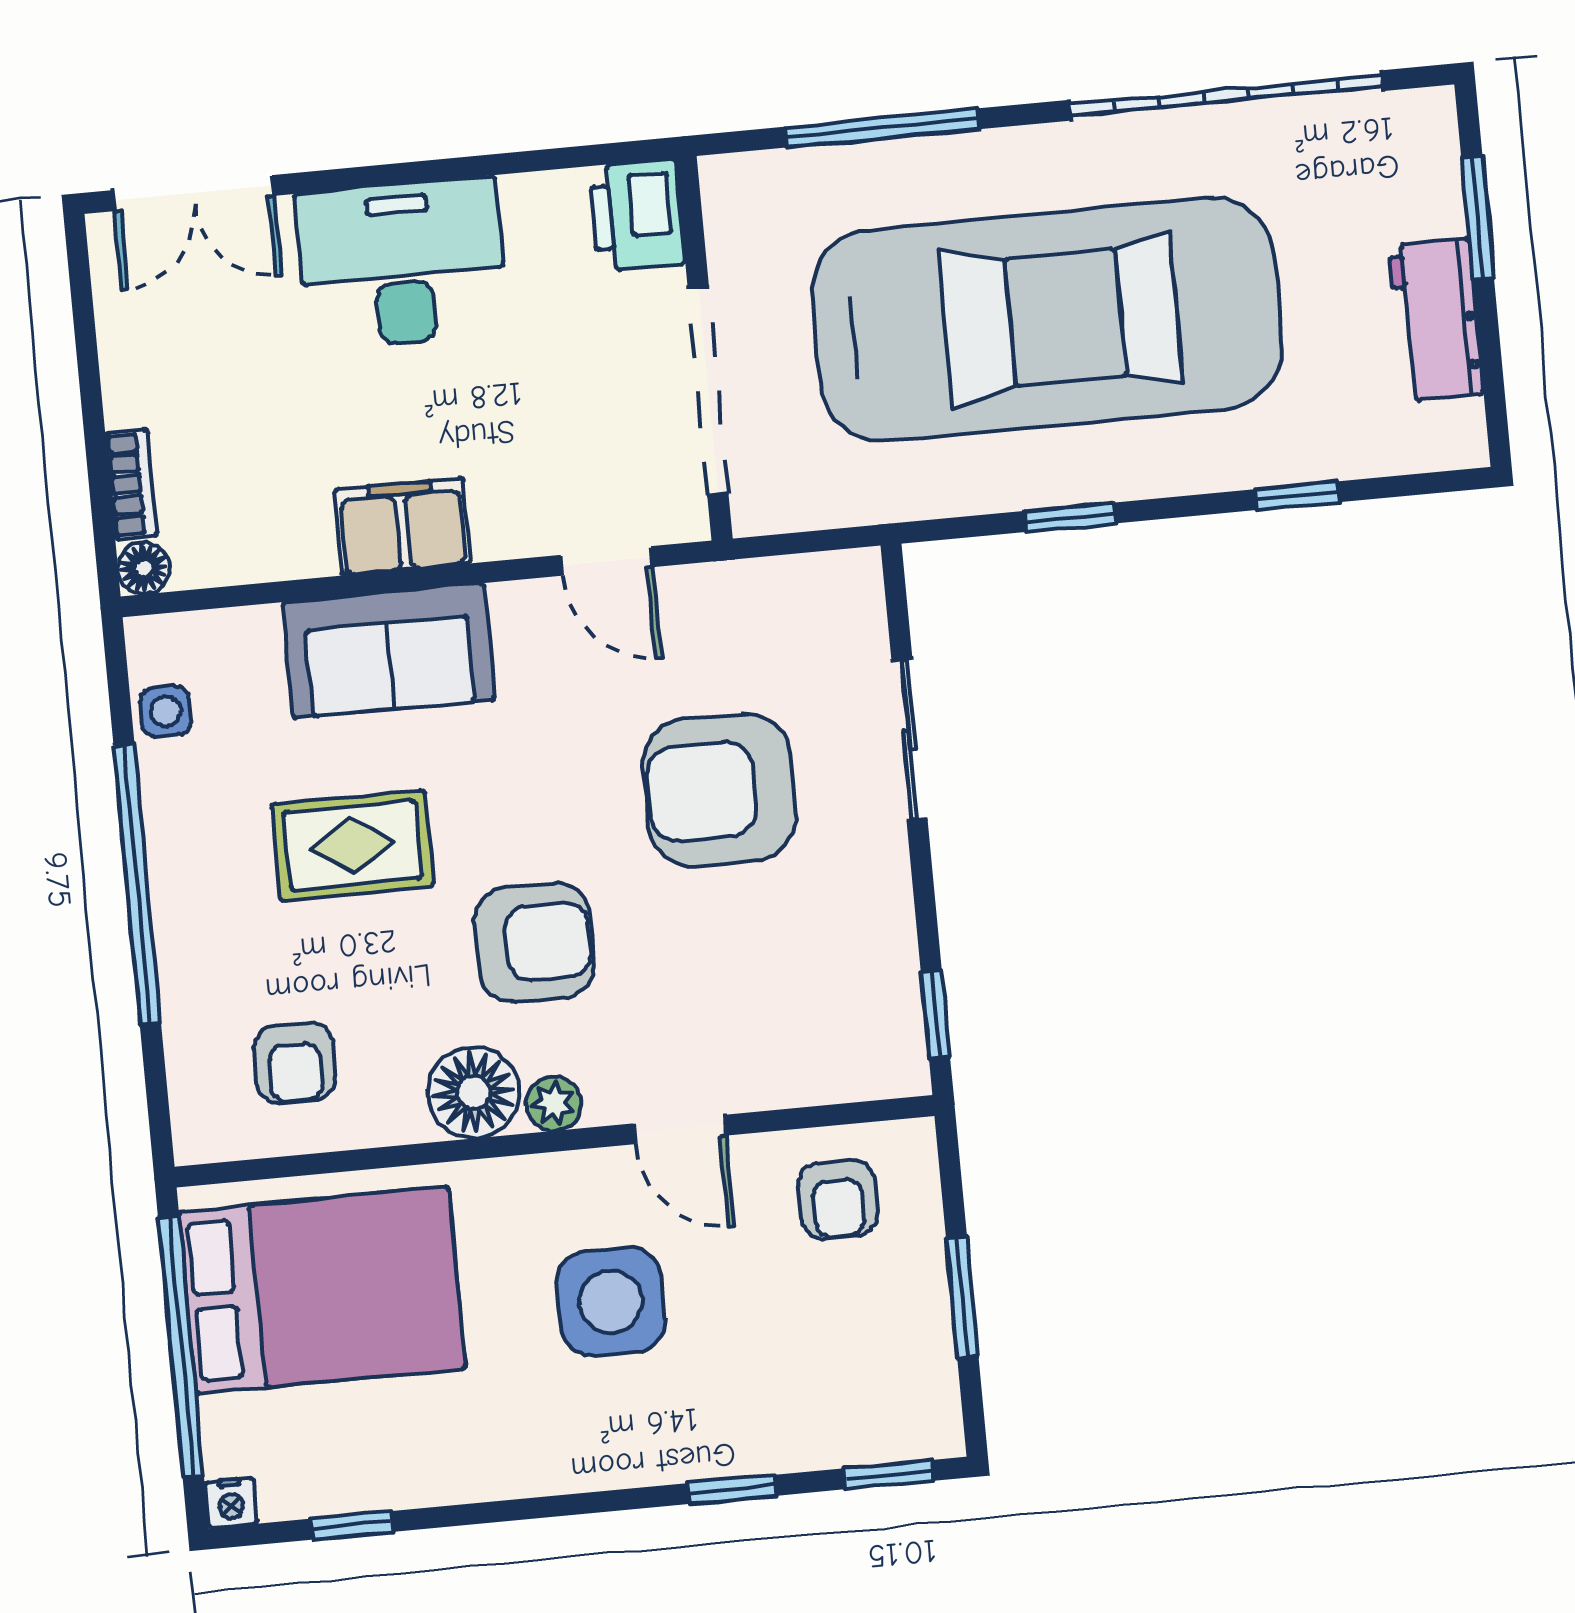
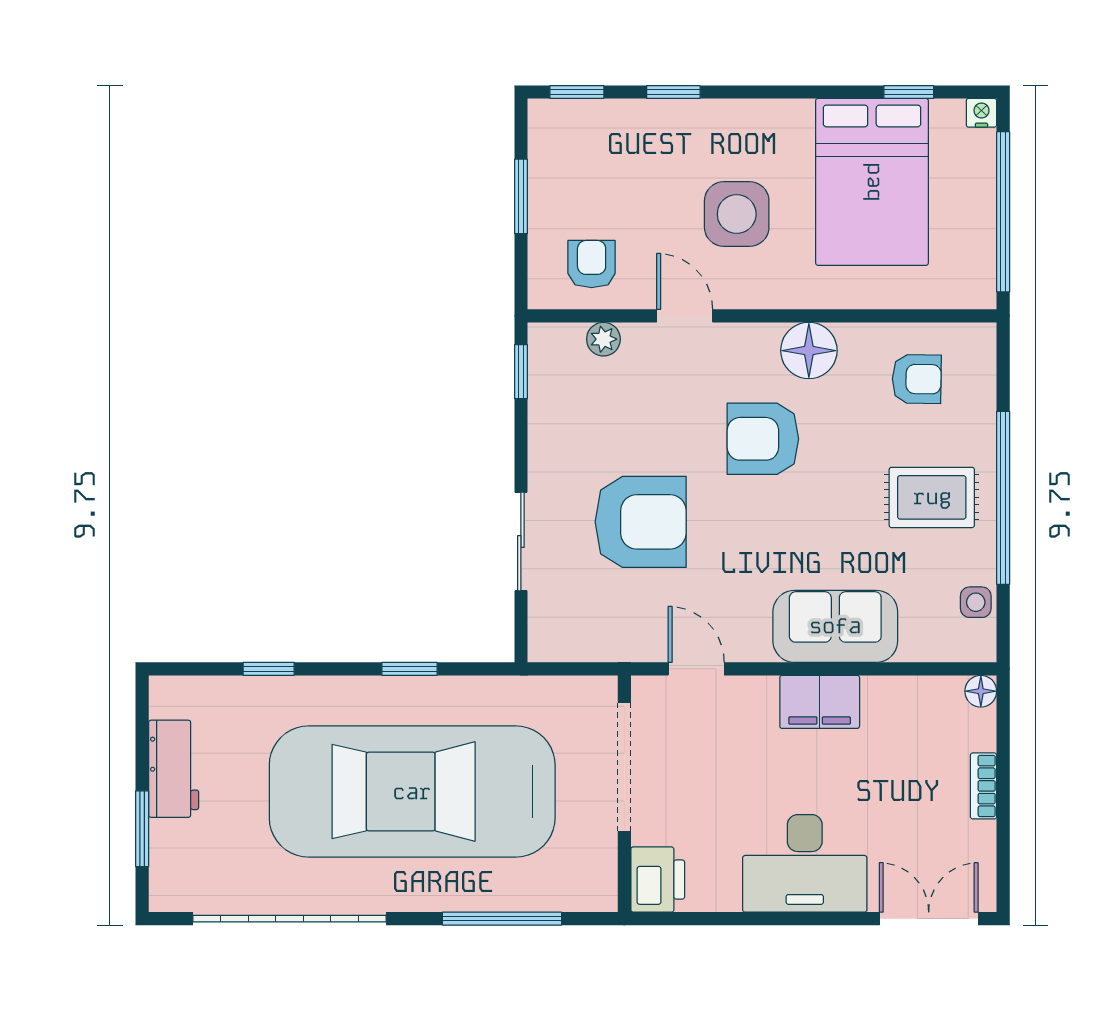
bookcase: (131, 484) -> (983, 786), moved
rug: (352, 845) -> (932, 497), moved
armchair: (295, 1063) -> (917, 379), turned 91
plant: (554, 1103) -> (603, 339), moved
bed: (322, 1290) -> (872, 182), moved, turned -90

